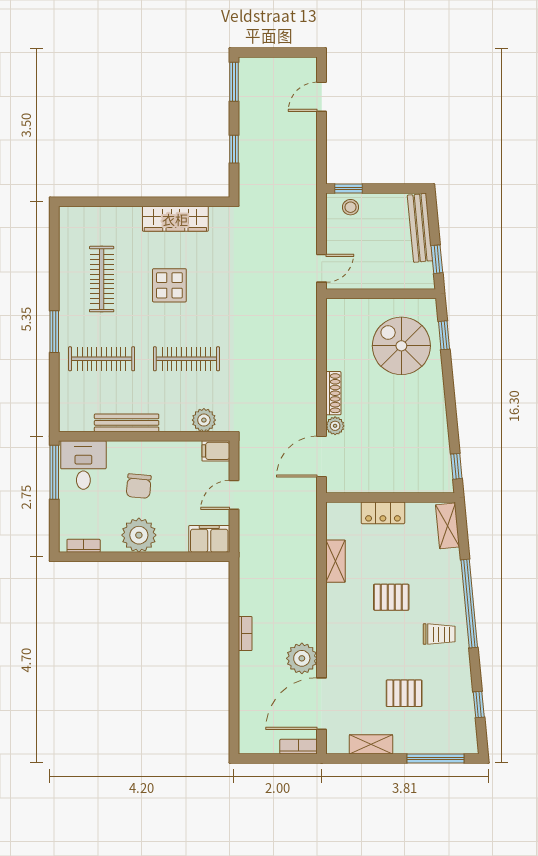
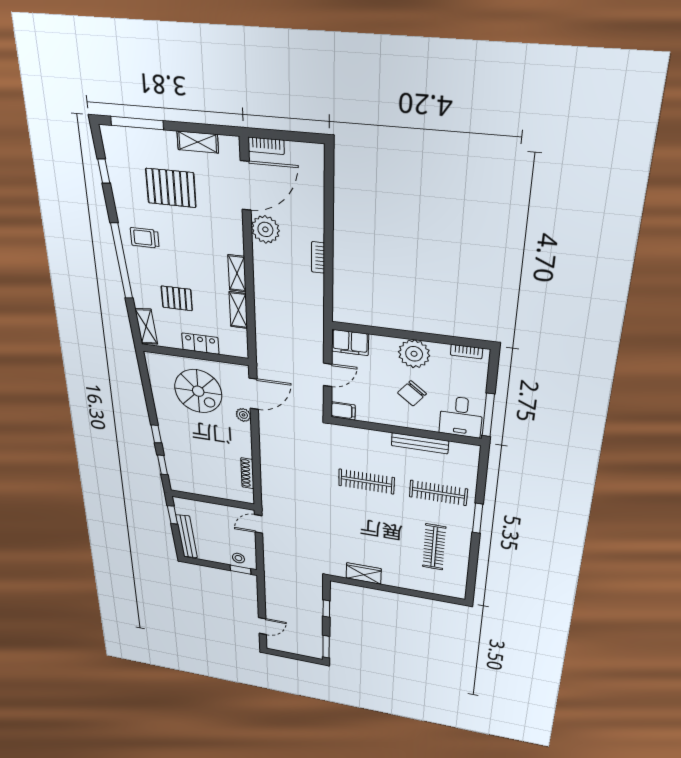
wardrobe: (175, 219) -> (364, 573), width x0.67
display table: (169, 285) -> (379, 533), removed
spiral stairs: (401, 346) -> (198, 391), moved
shoe rack: (333, 393) -> (247, 473), moved
plant: (204, 420) -> (353, 435), removed
window: (456, 466) -> (156, 434), moved
chair: (139, 486) -> (412, 393), turned -147
pallet: (391, 597) -> (177, 298), moved
shelving: (335, 605) -> (237, 273), added
pallet: (404, 693) -> (171, 188), width x1.50, depth x1.42

